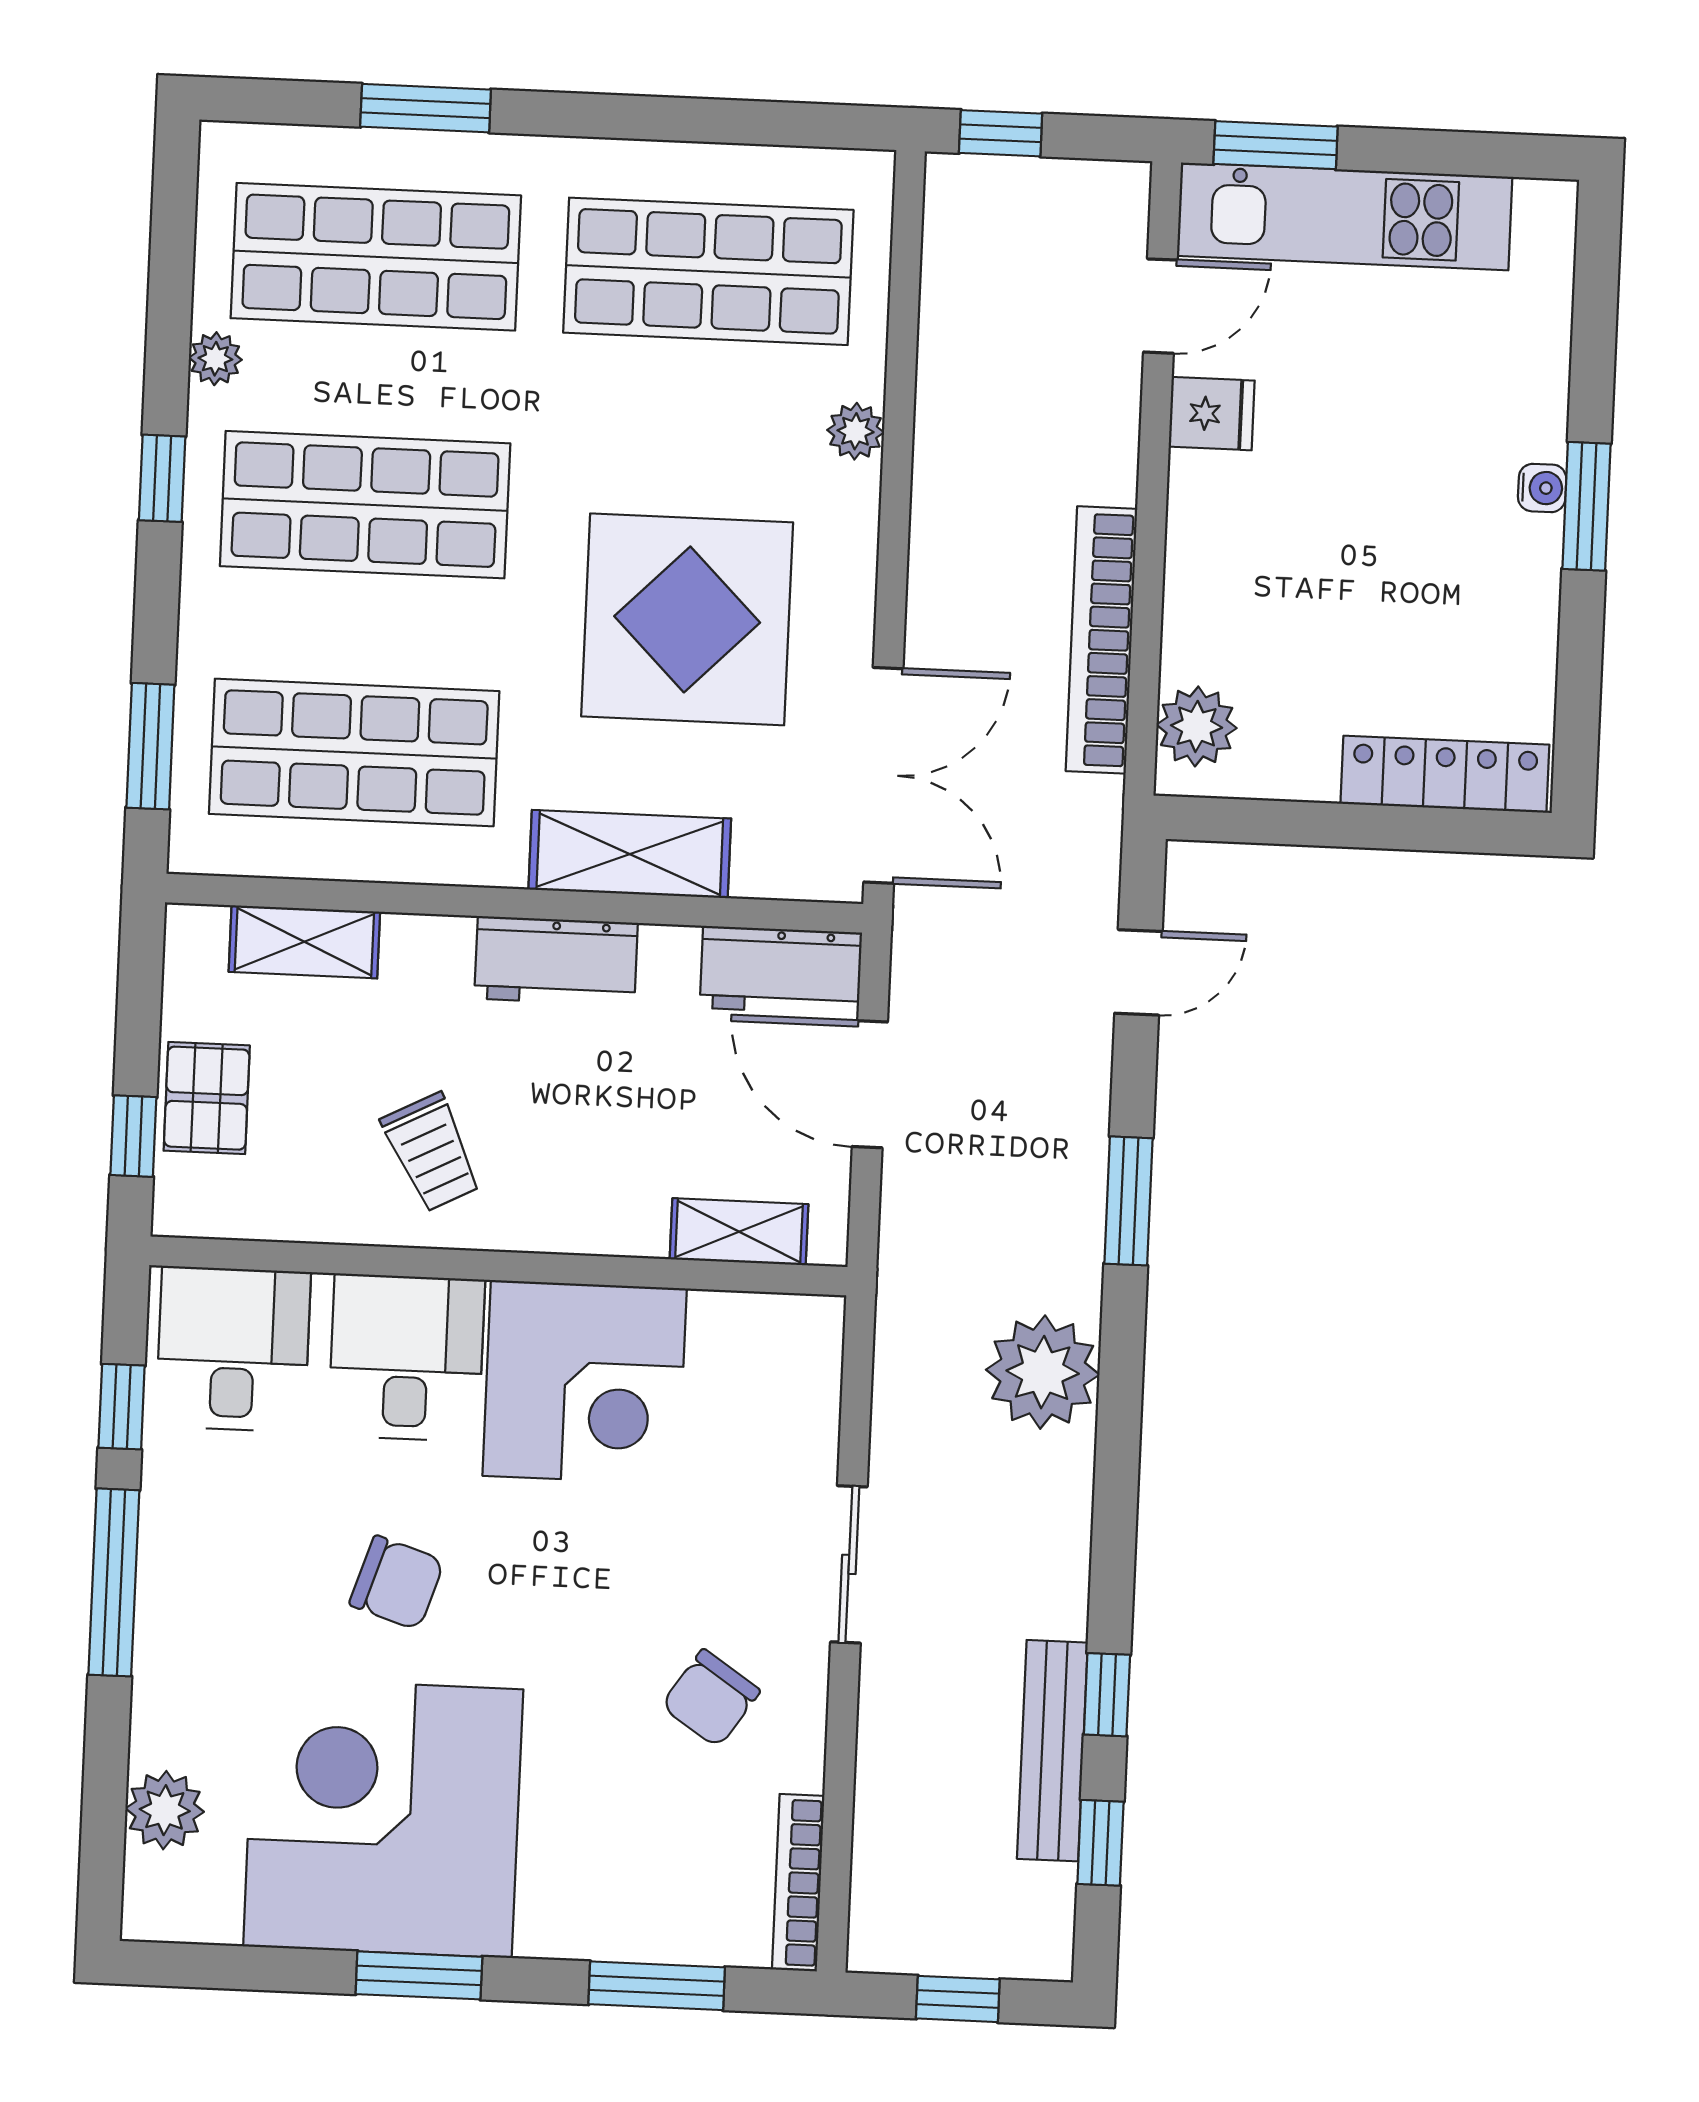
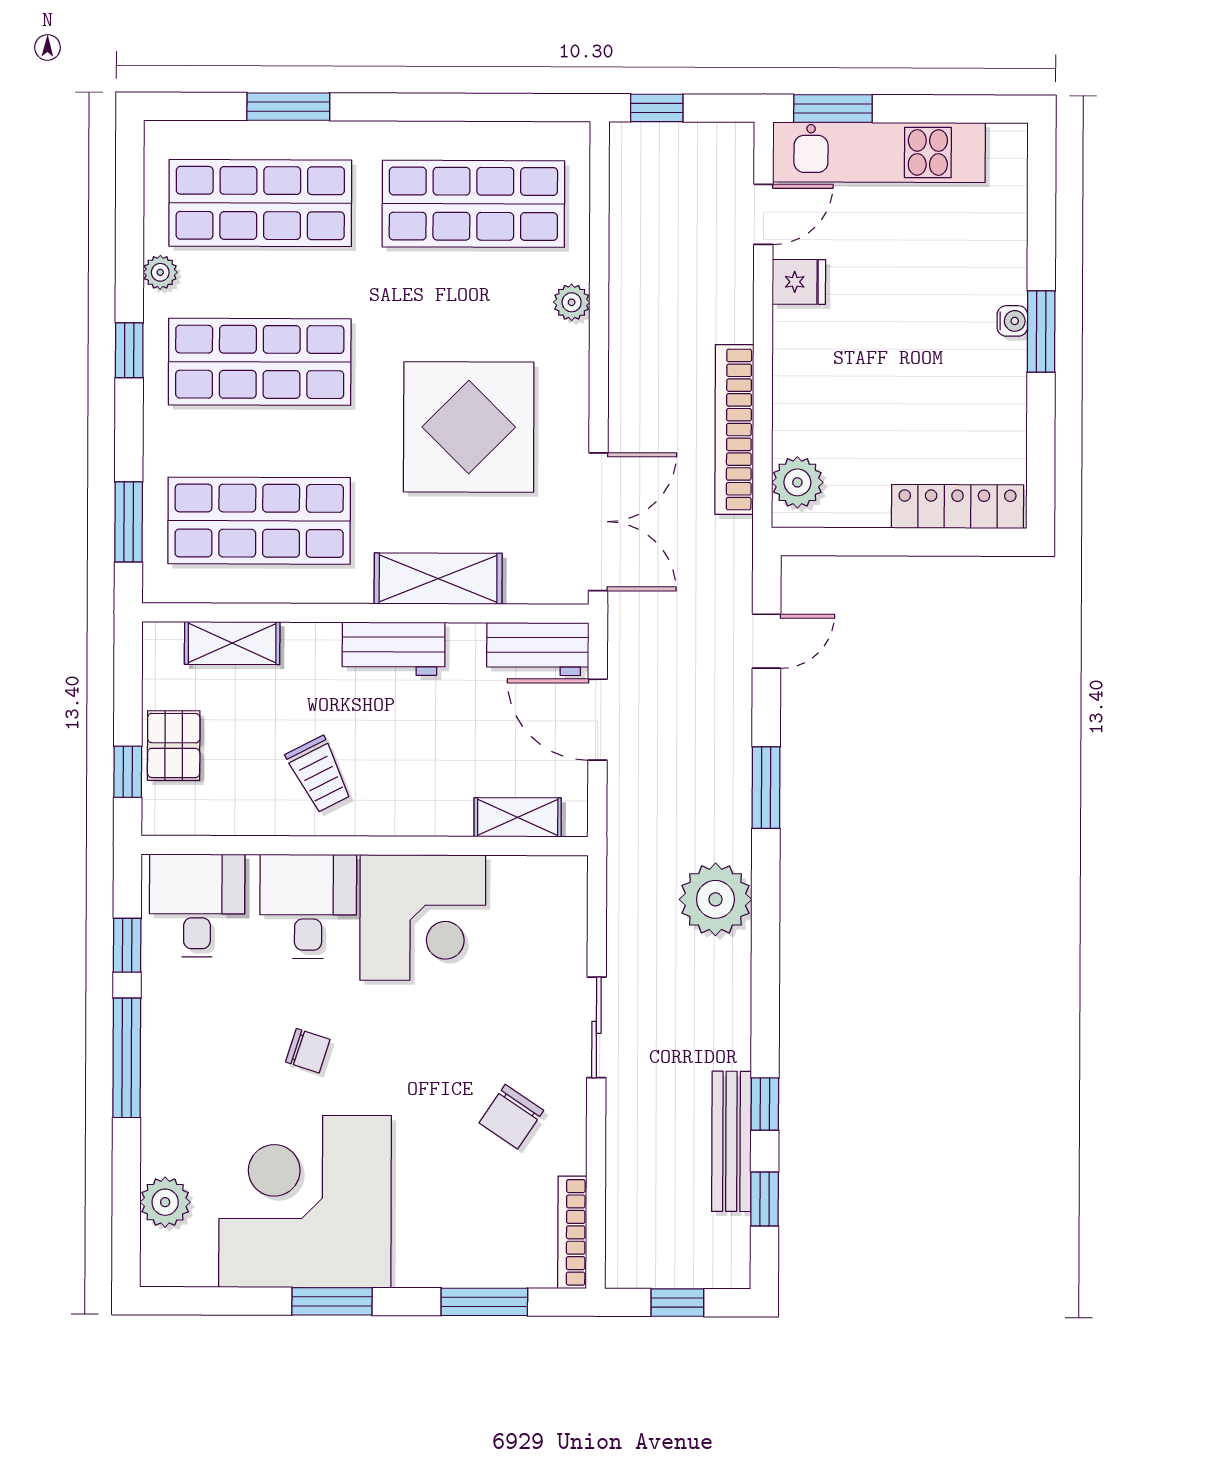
chair: (397, 1583) -> (308, 1051), width x0.73, depth x0.73

